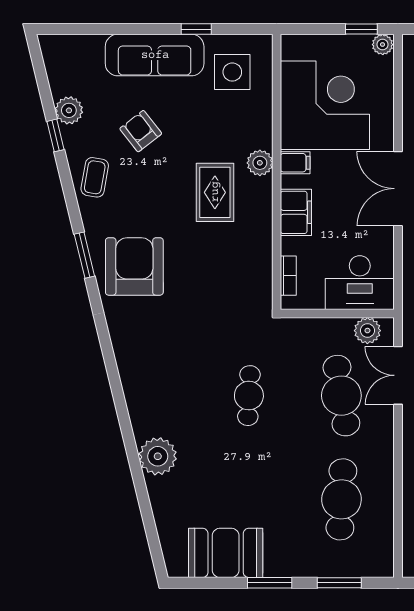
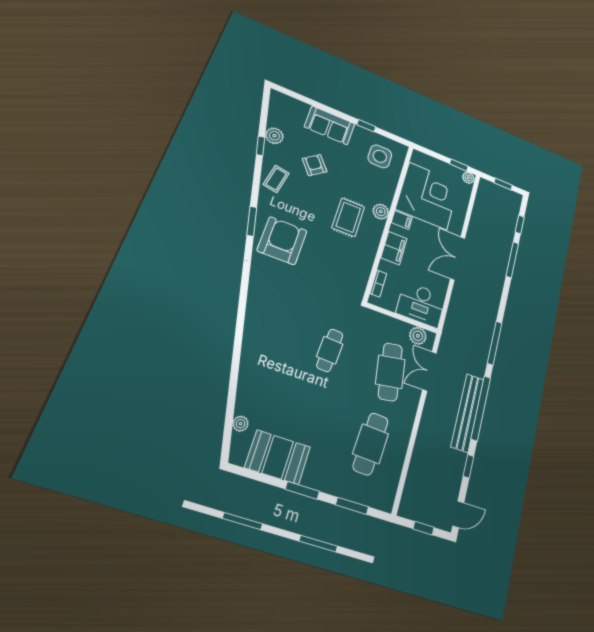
sofa: (155, 55) -> (330, 125), width x0.73
plant: (158, 456) -> (241, 424), moved, width x0.53, depth x0.53

